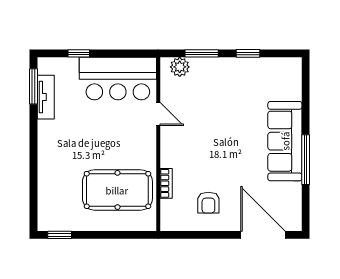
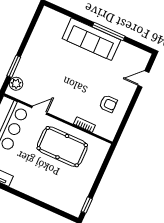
window: (248, 53) -> (27, 38), removed
pool table: (117, 190) -> (62, 147), moved, turned 90
door: (263, 235) -> (143, 79), width x0.53

